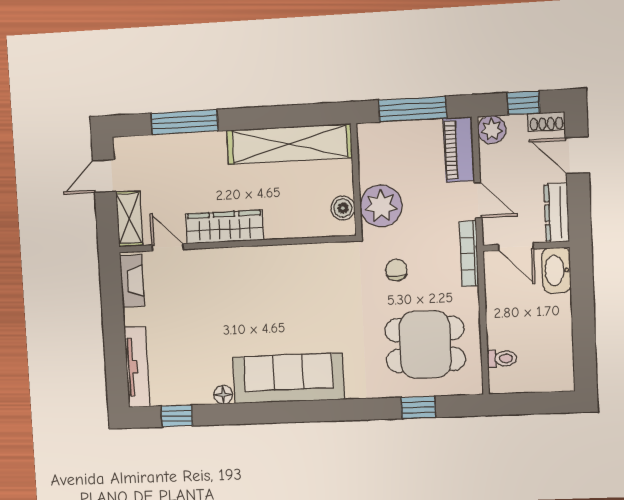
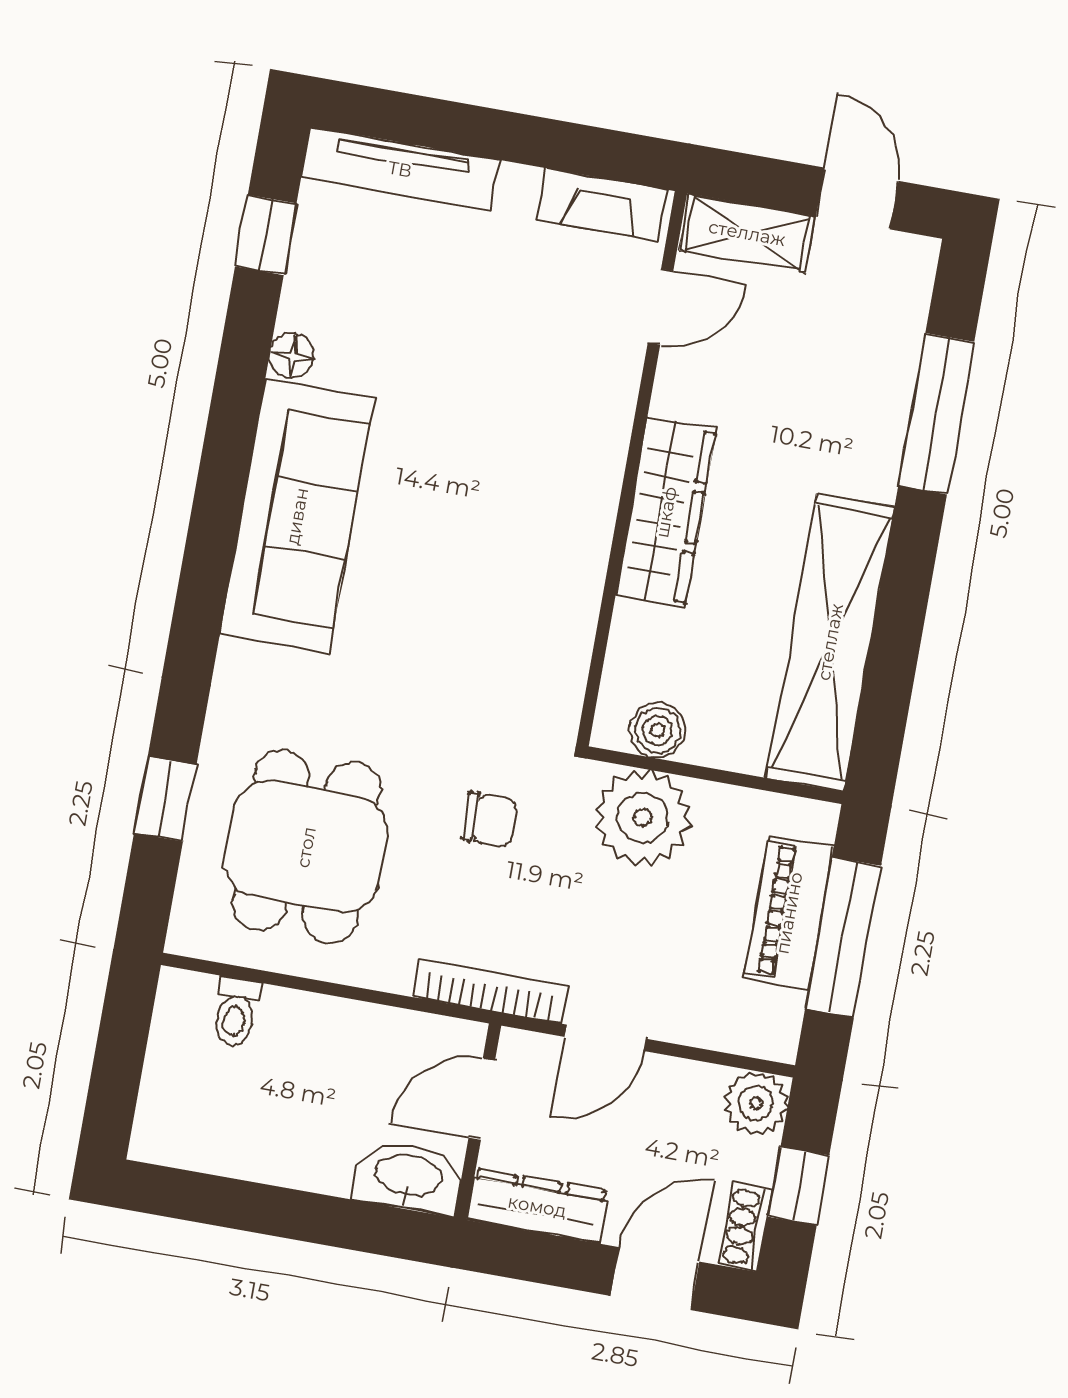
piano: (459, 150) -> (789, 913), moved, turned -90
wardrobe: (225, 227) -> (666, 512), moved

